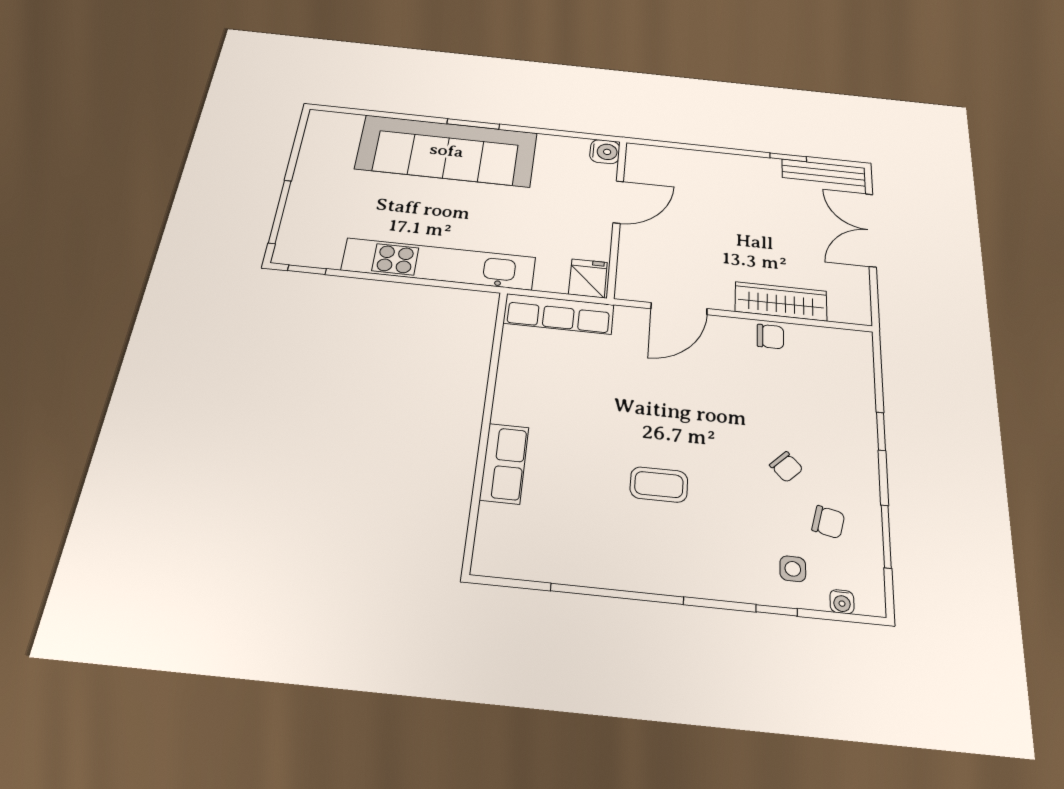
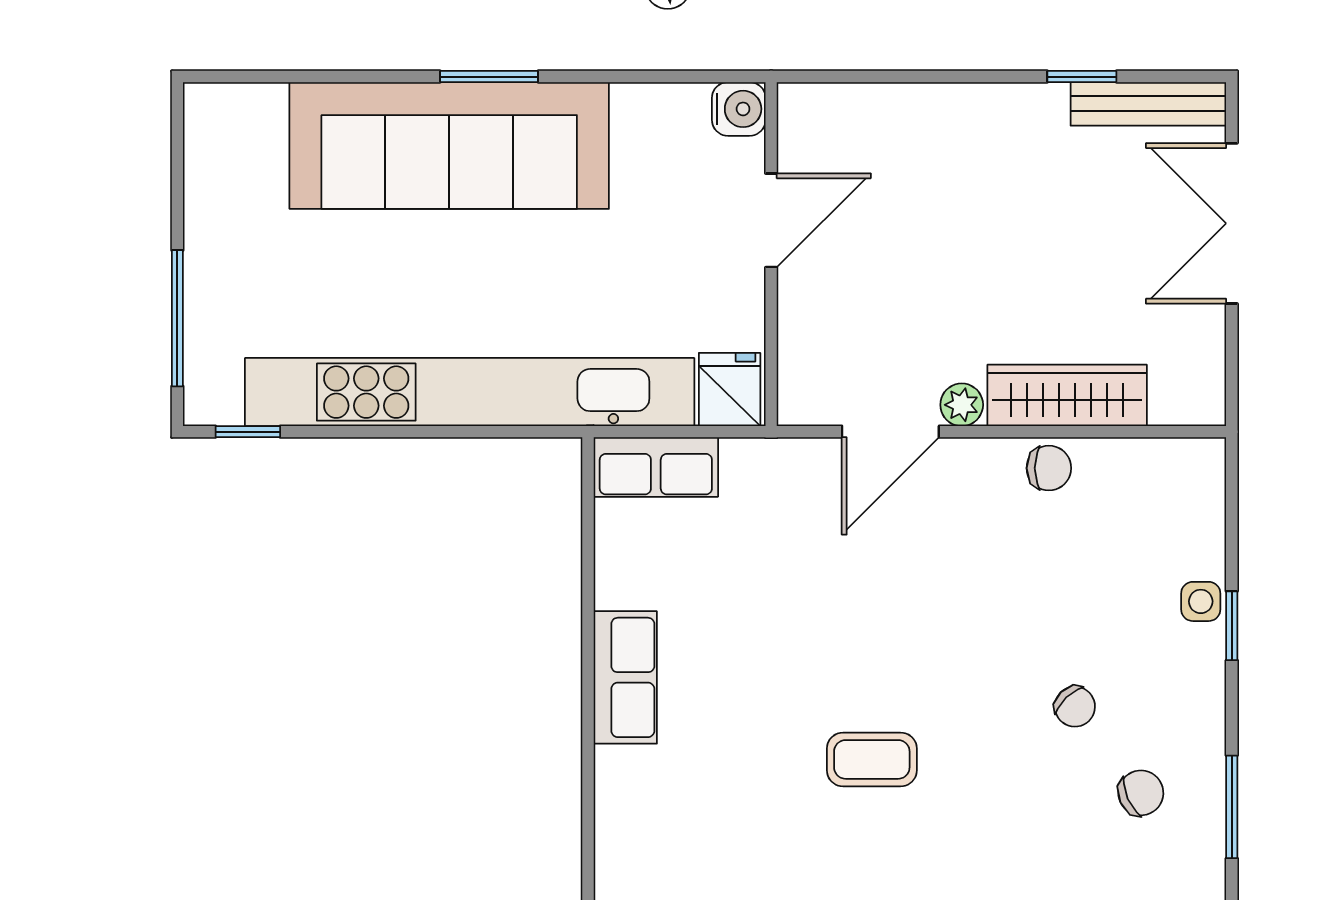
kitchen unit: (439, 264) -> (470, 392), width x1.36
plant: (720, 300) -> (962, 405), added
row of seats: (559, 314) -> (656, 467), width x0.68
row of seats: (504, 463) -> (625, 677), moved
chair: (828, 522) -> (1141, 793), turned -37
side table: (793, 569) -> (1201, 601), moved

